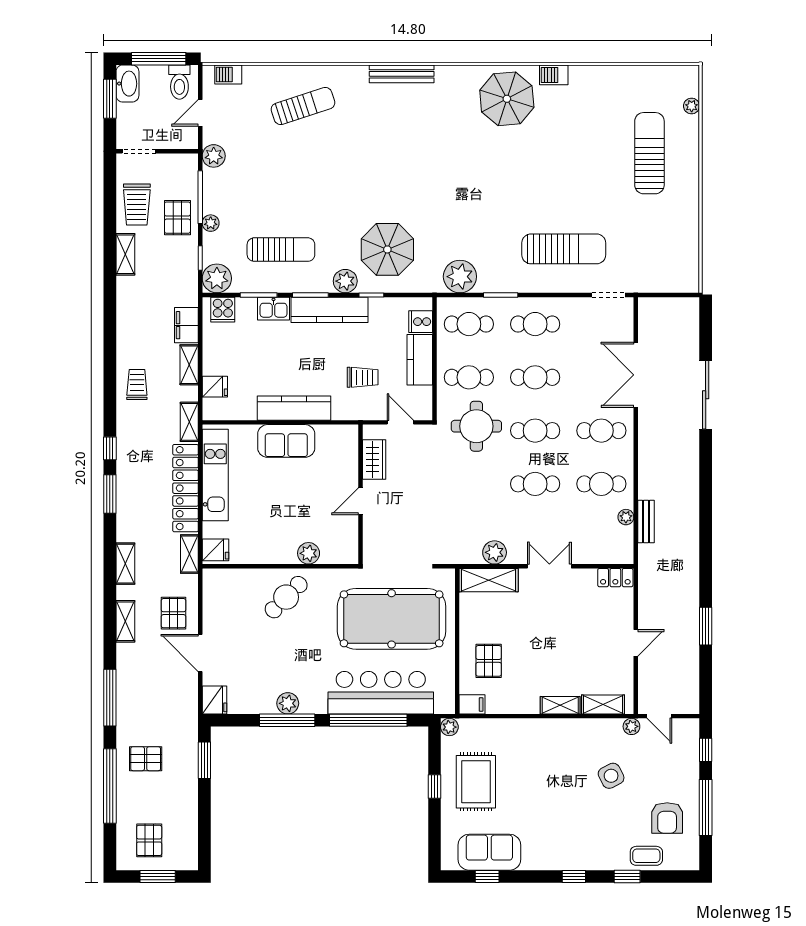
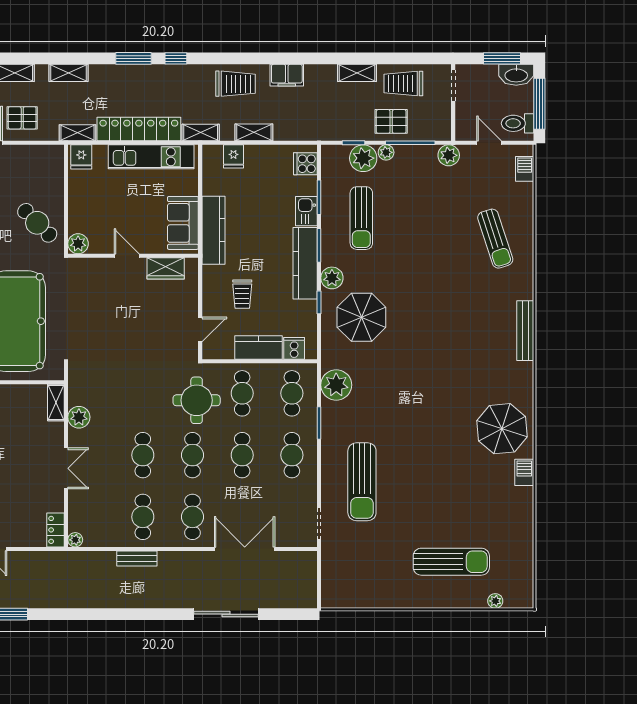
plant: (217, 278) -> (363, 158), moved
filing cabinet: (186, 325) -> (287, 75), moved, turned 180
trolley: (137, 384) -> (235, 84), width x1.36, depth x1.39
wardrobe: (374, 460) -> (166, 268), moved
wall: (360, 494) -> (133, 256), moved
door: (360, 501) -> (127, 256), moved
plant: (626, 517) -> (75, 540), moved
bench: (646, 522) -> (137, 558), moved
shelving: (489, 580) -> (56, 402), width x0.67, depth x0.75

